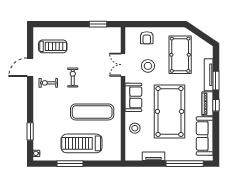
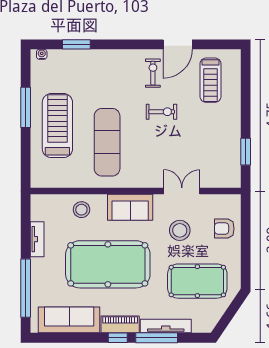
door: (30, 67) -> (178, 44), swing flipped
window: (216, 81) -> (157, 338), width x1.44

